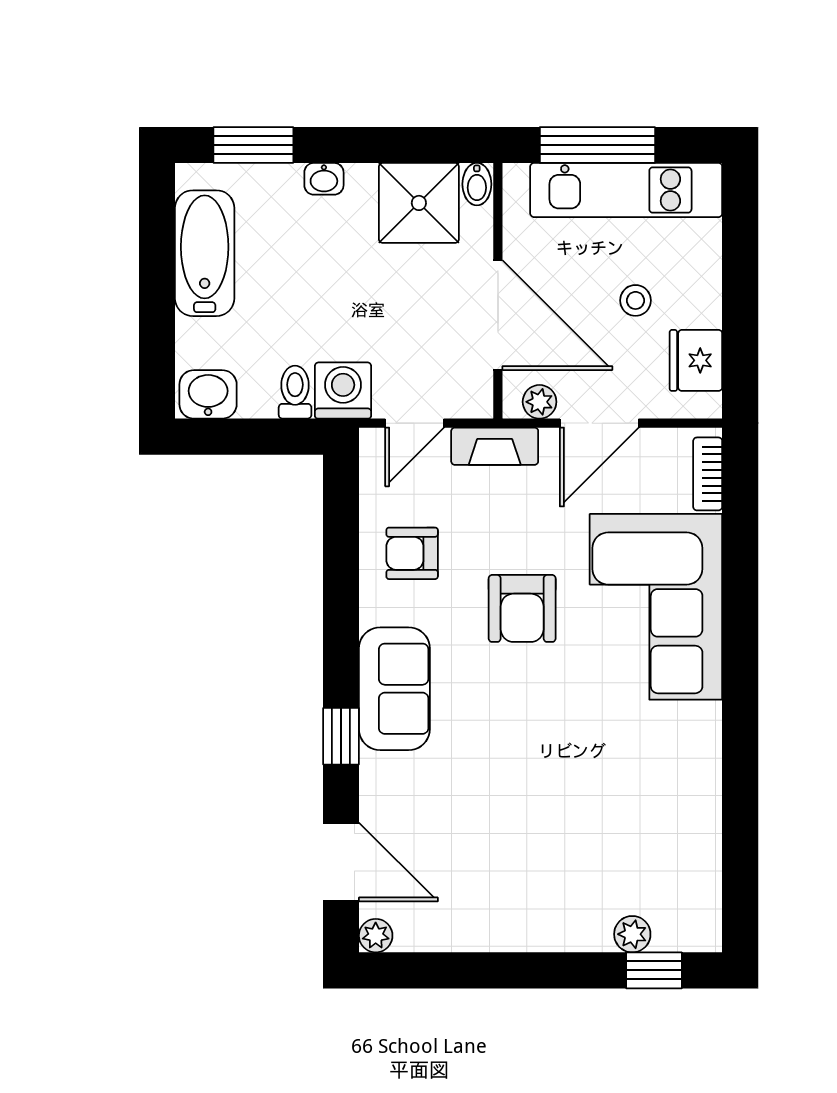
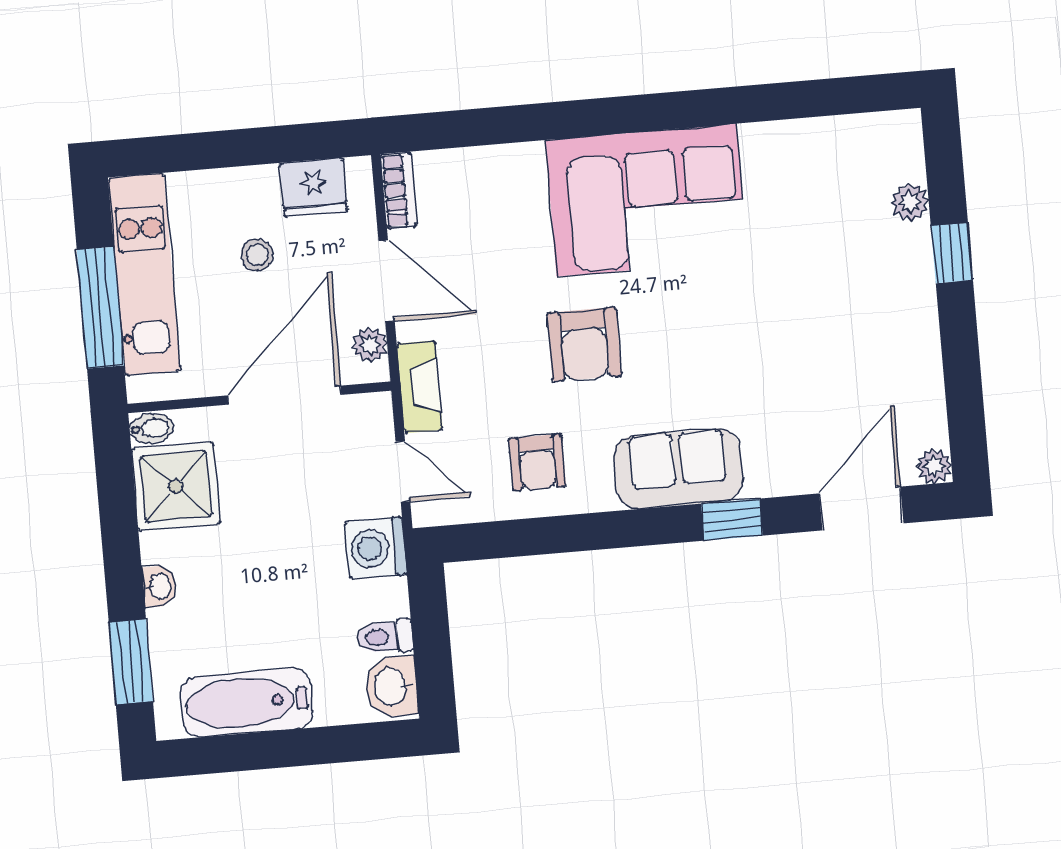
toilet: (295, 392) -> (385, 637), moved
bookcase: (708, 474) -> (399, 190), moved, turned -90
corner sofa: (656, 607) -> (646, 200), moved
armchair: (522, 608) -> (584, 344), turned 90
window: (654, 970) -> (952, 253), moved

